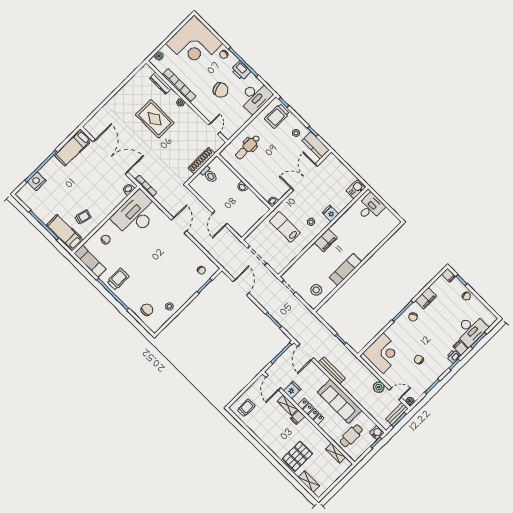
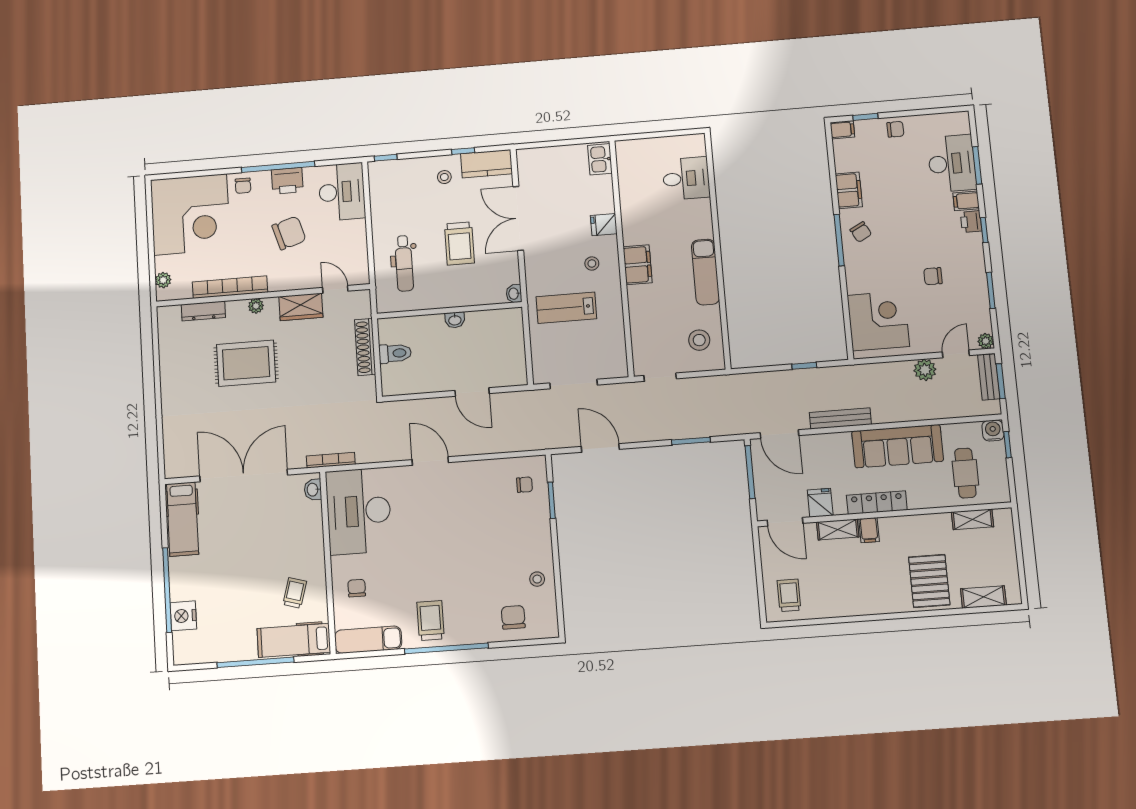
trolley: (277, 116) -> (459, 243), moved
wardrobe: (195, 121) -> (301, 307), added
desk: (370, 207) -> (686, 178), moved, turned 90

